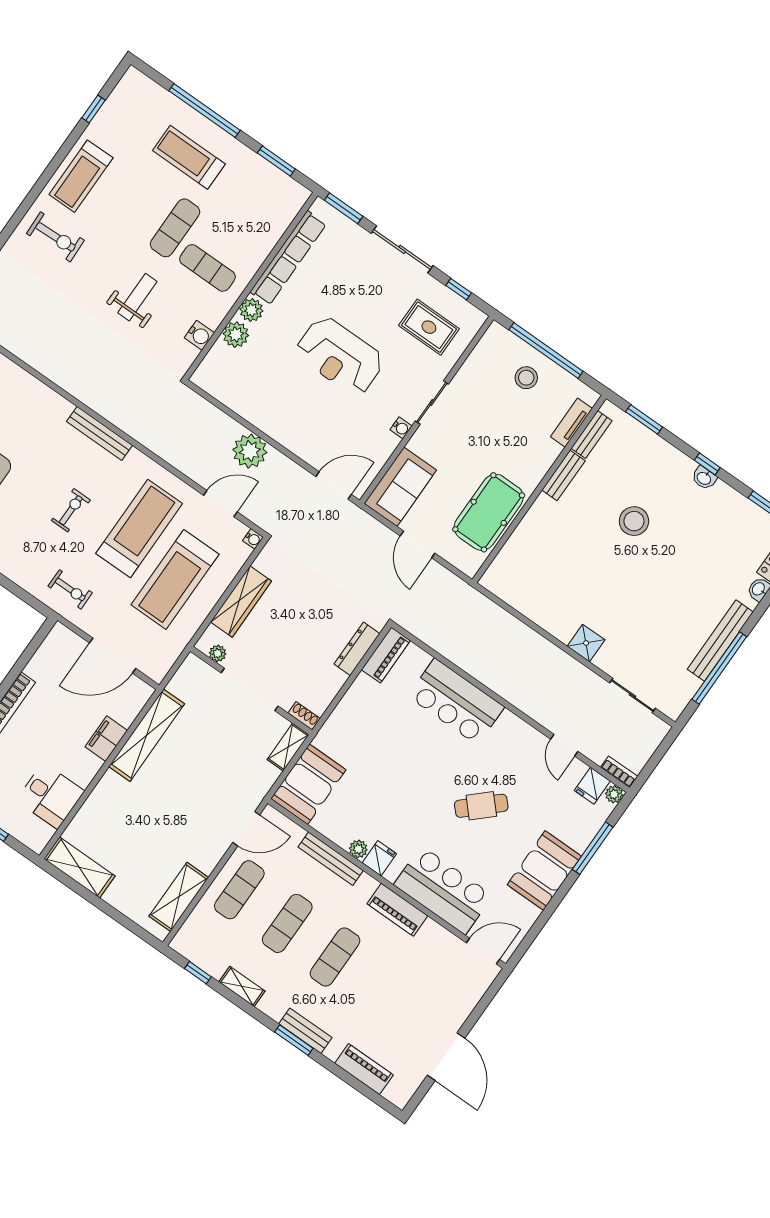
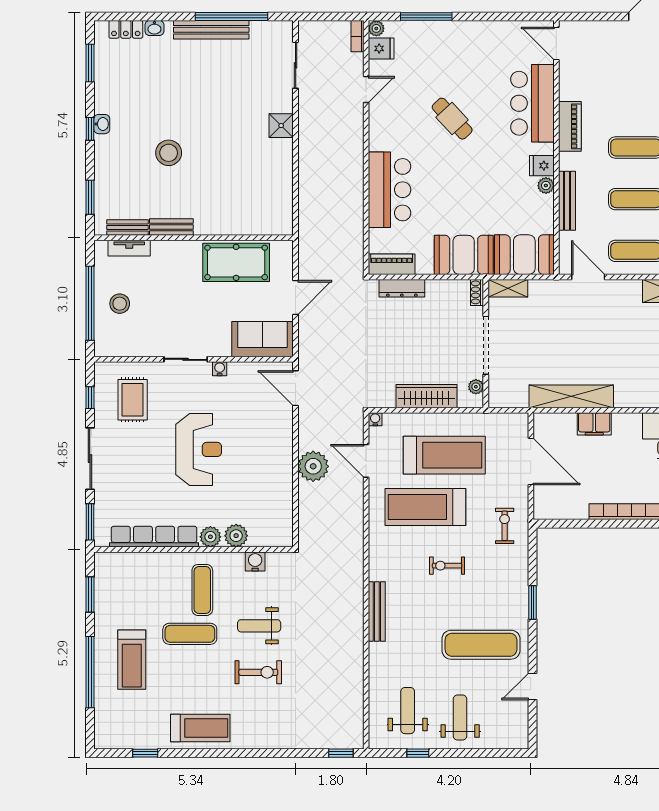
exercise bike: (55, 237) -> (258, 672), moved, turned 92
bench: (100, 433) -> (377, 612), moved
booth: (544, 870) -> (464, 255), moved

